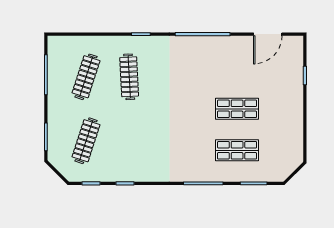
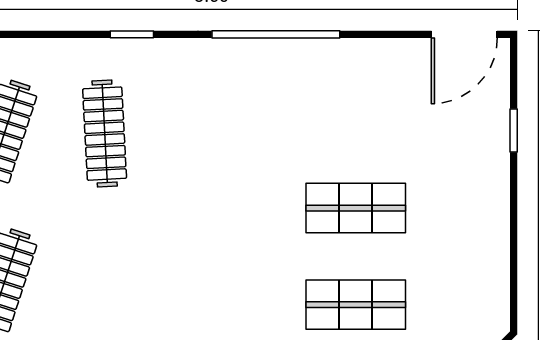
door: (268, 34) -> (464, 34), moved

